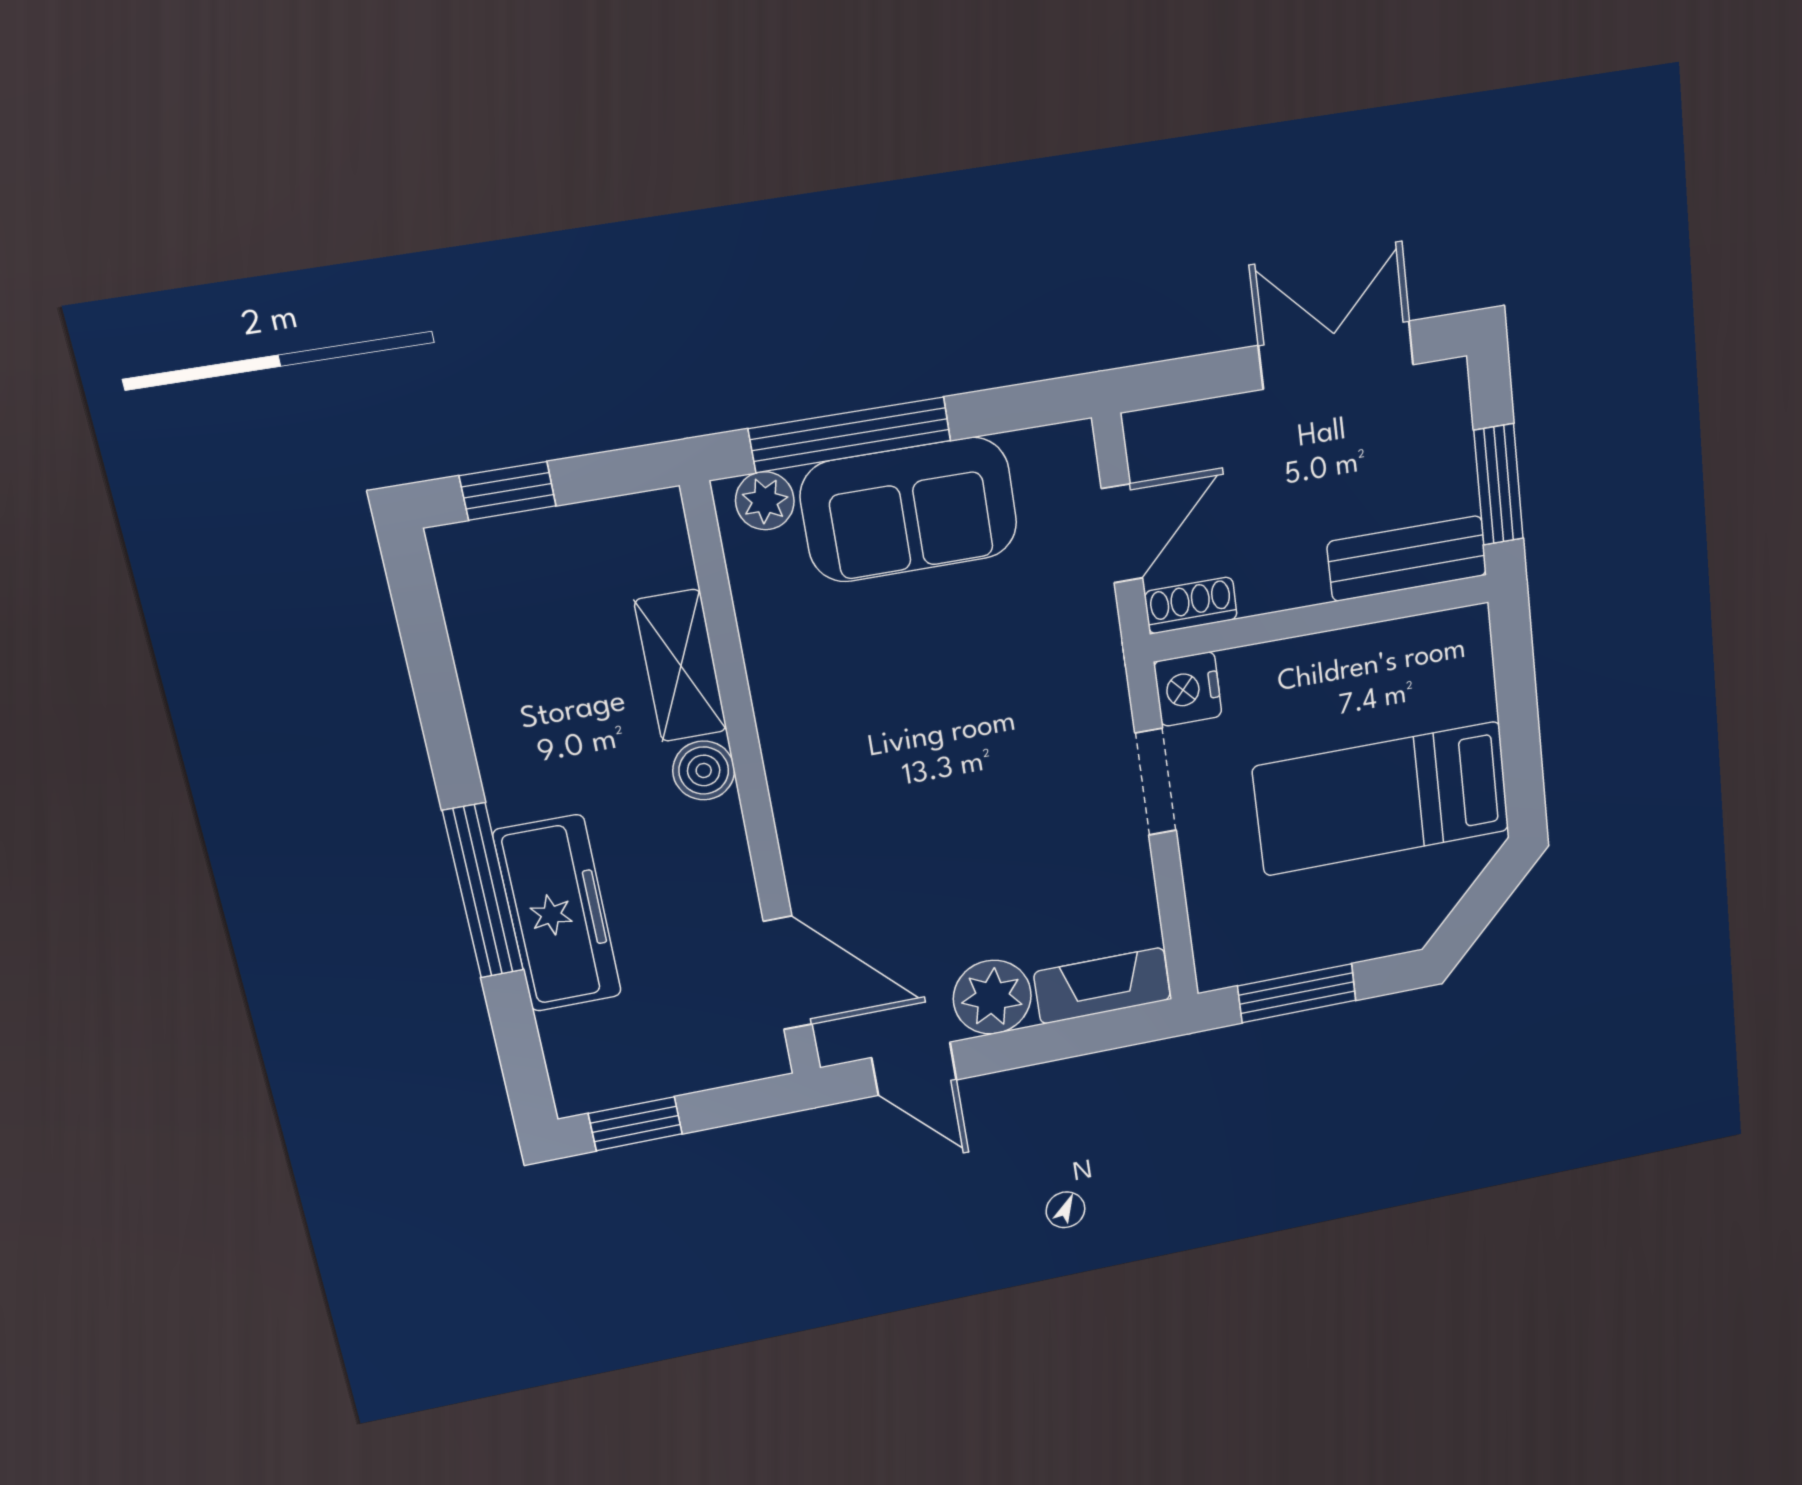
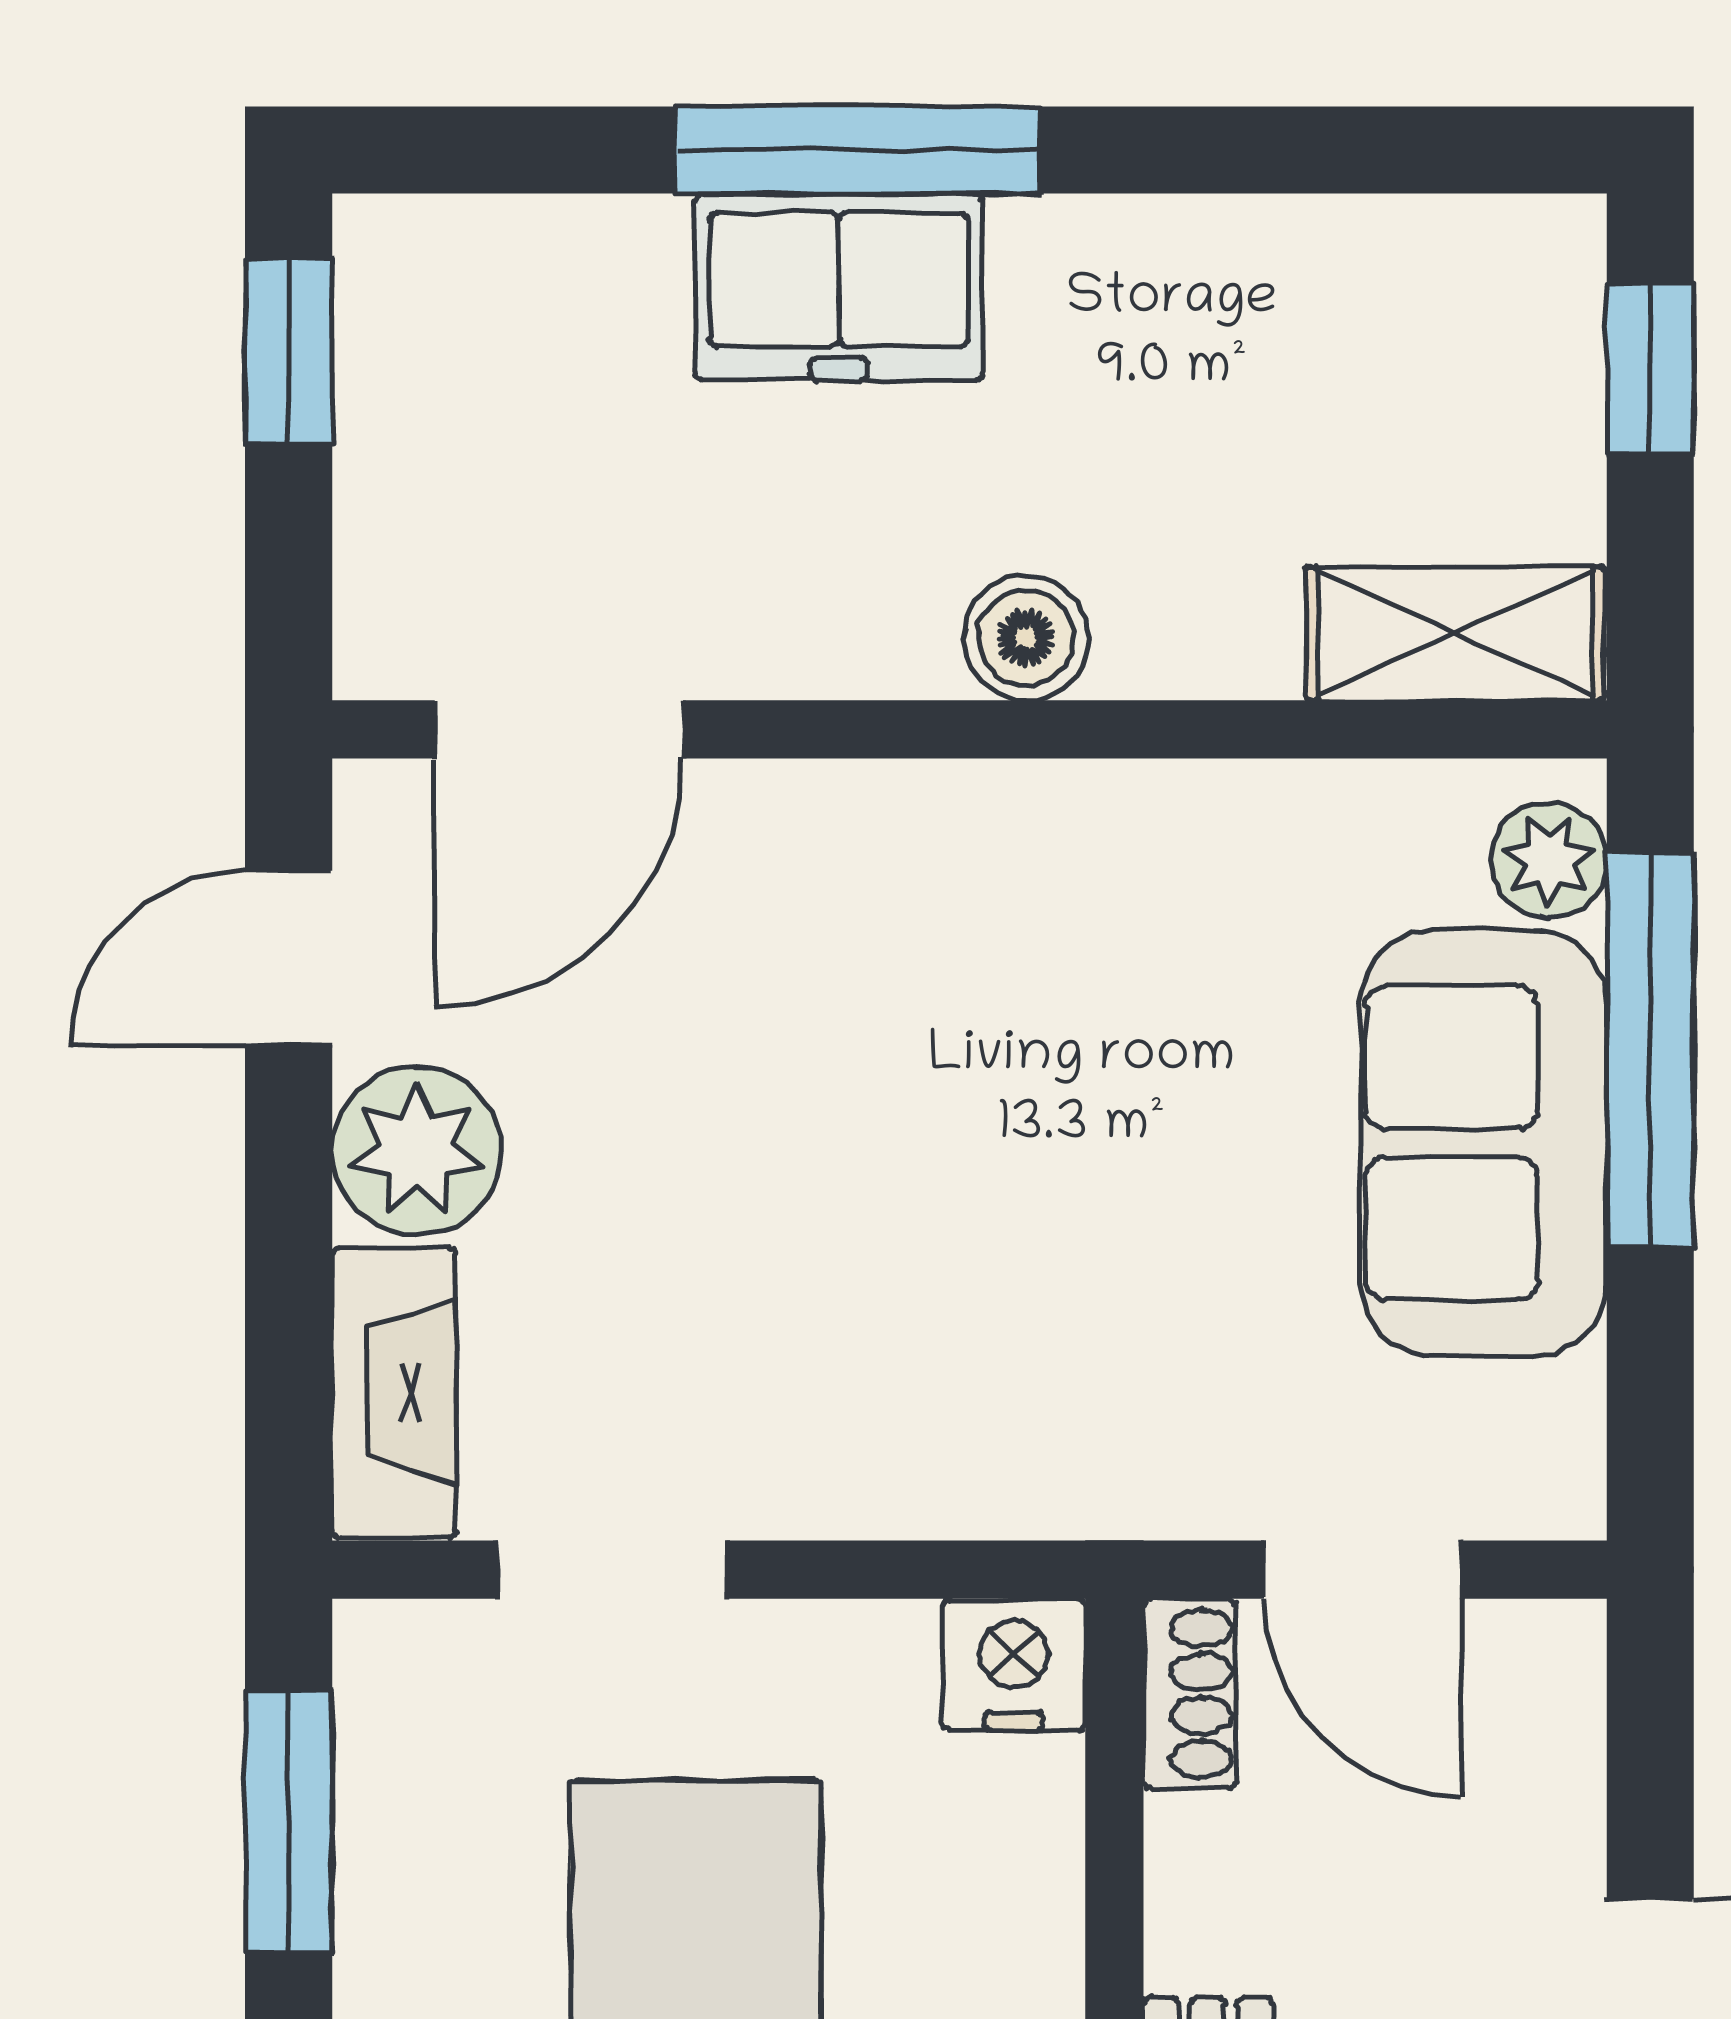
shelving: (681, 666) -> (1455, 633), moved
doorway: (1156, 782) -> (612, 1570), moved
freezer: (558, 914) -> (839, 287), width x0.71

